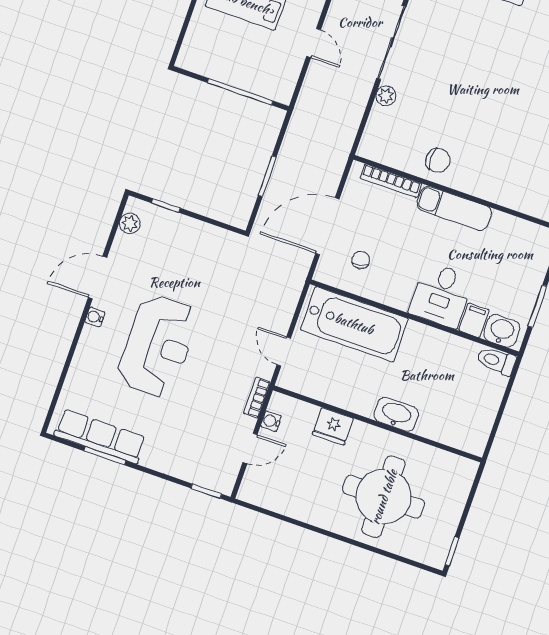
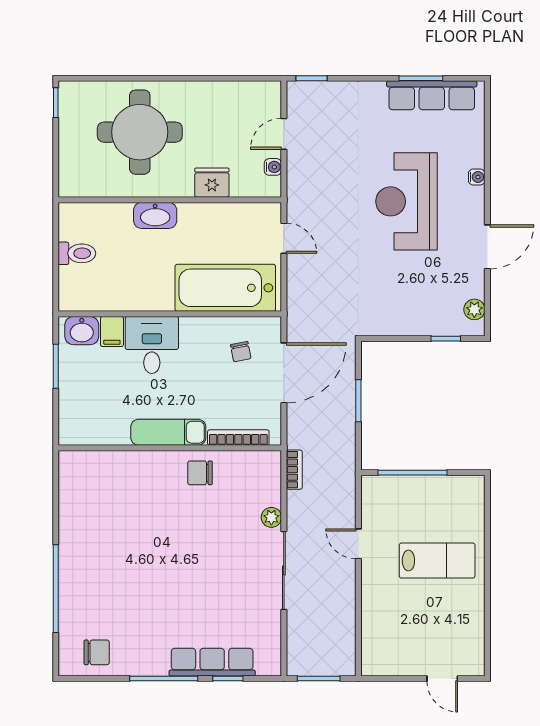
water cooler: (95, 317) -> (477, 177), moved
toilet: (496, 361) -> (77, 253), moved
bookcase: (257, 398) -> (294, 470), moved

